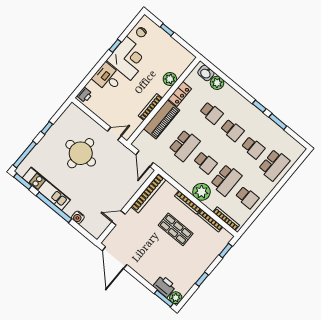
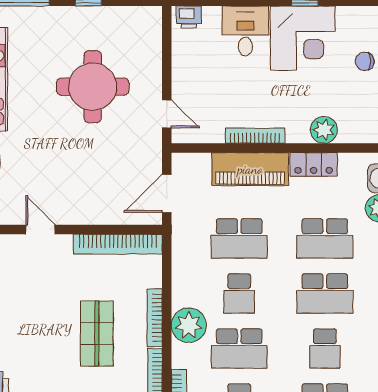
chair: (141, 32) -> (365, 61), moved
school desk: (211, 113) -> (325, 238), width x1.85
school desk: (232, 130) -> (325, 293), width x1.85

